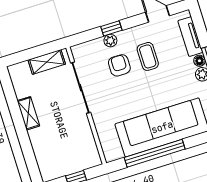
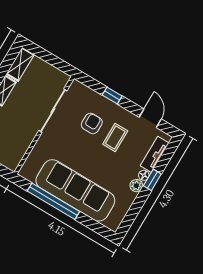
plant: (110, 41) -> (103, 102), removed
shelving: (47, 62) -> (20, 64), moved, turned 90

